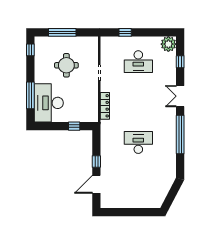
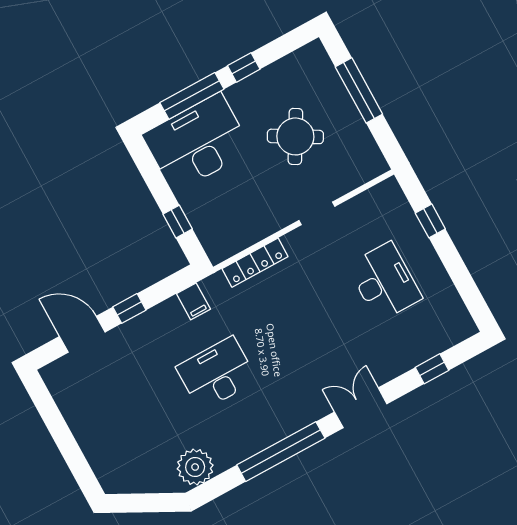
plant: (168, 44) -> (195, 467), moved
window: (30, 50) -> (244, 67), moved
desk: (138, 62) -> (385, 282), turned 180
round table: (66, 65) -> (295, 136), turned 30
filing cabinet: (107, 136) -> (193, 301), added
desk: (138, 143) -> (217, 374), turned -90

